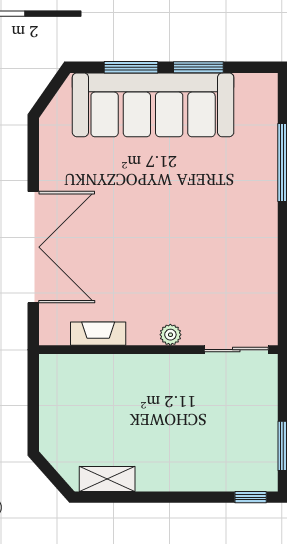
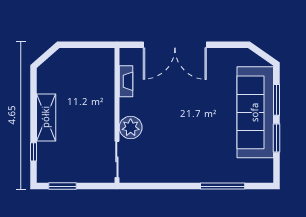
plant: (170, 335) -> (131, 127), width x1.88, depth x1.88
shelving: (107, 479) -> (46, 117), moved, width x1.50, depth x1.33
window: (251, 497) -> (34, 152), moved

